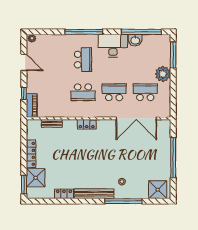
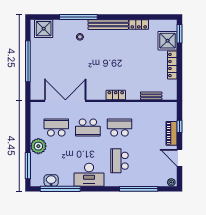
window: (84, 32) -> (139, 189), moved
washbasin: (135, 40) -> (51, 180), moved
school desk: (145, 92) -> (56, 128), turned 180
piano: (32, 106) -> (172, 133), moved

